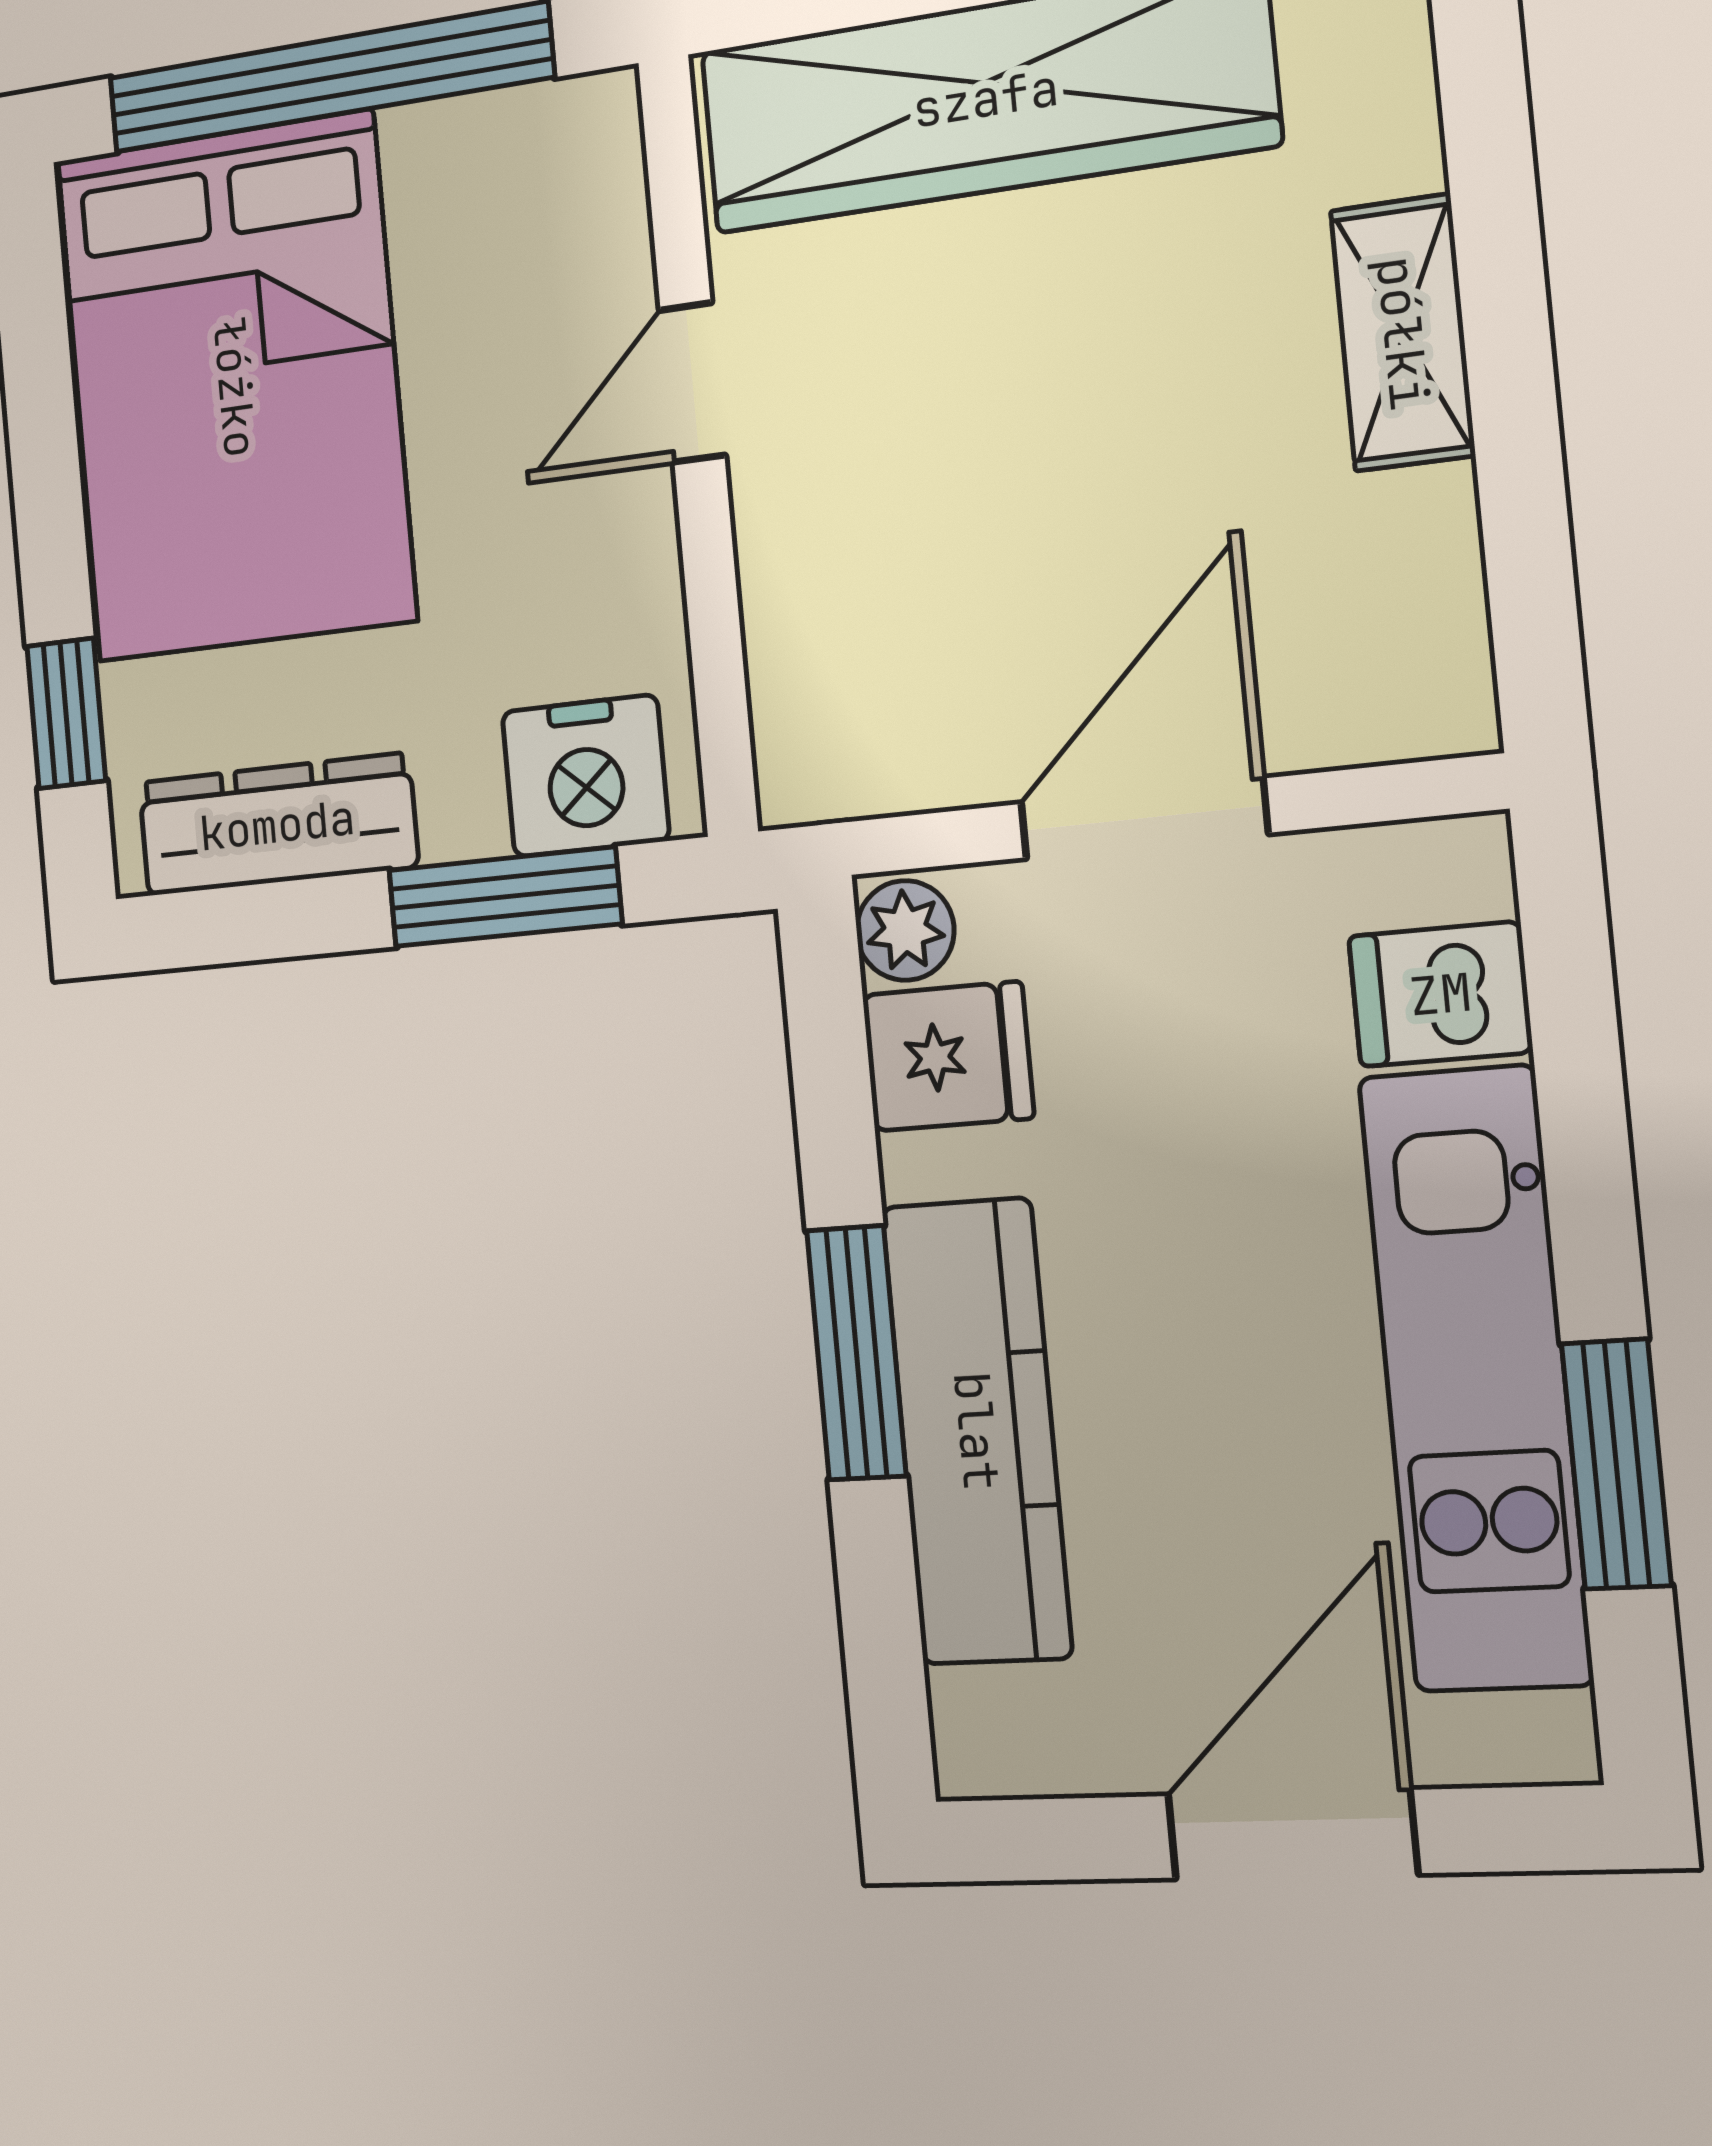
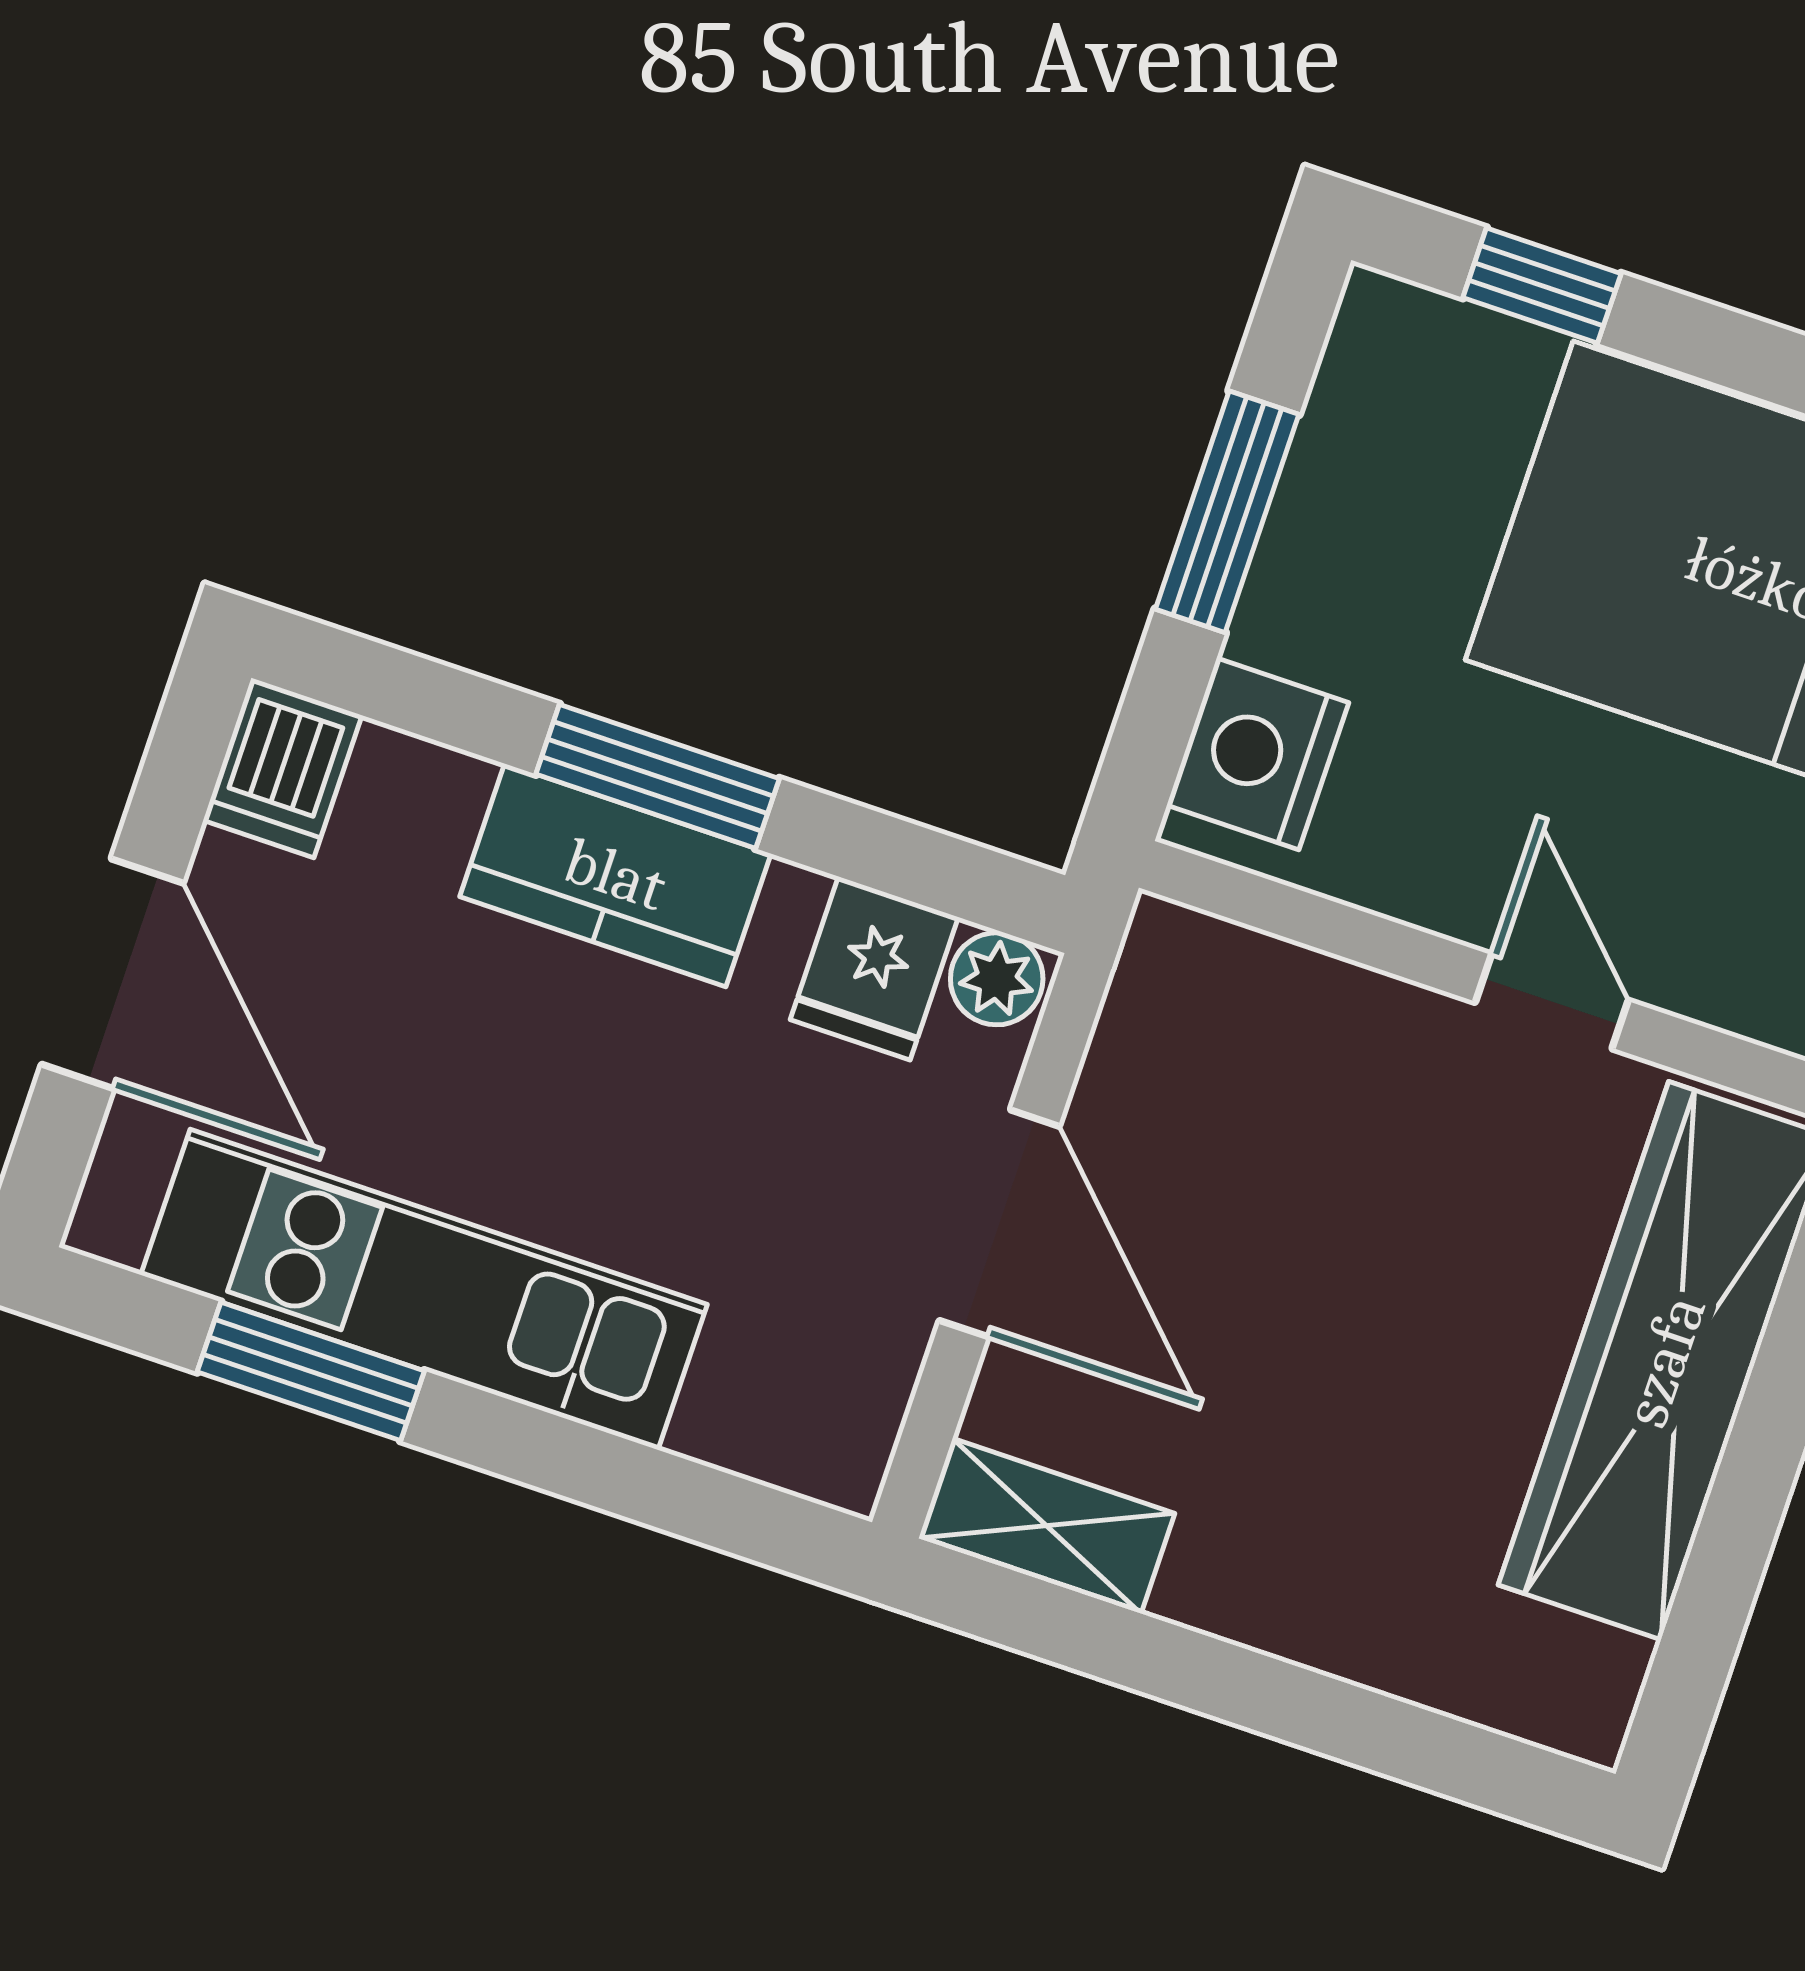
shelving: (1403, 333) -> (1047, 1526), moved
dresser: (277, 825) -> (1347, 447), removed
window: (505, 897) -> (1227, 512), moved
dishwasher: (1440, 994) -> (283, 768), moved, turned 180
kitchen counter: (977, 1431) -> (615, 875), width x0.67

